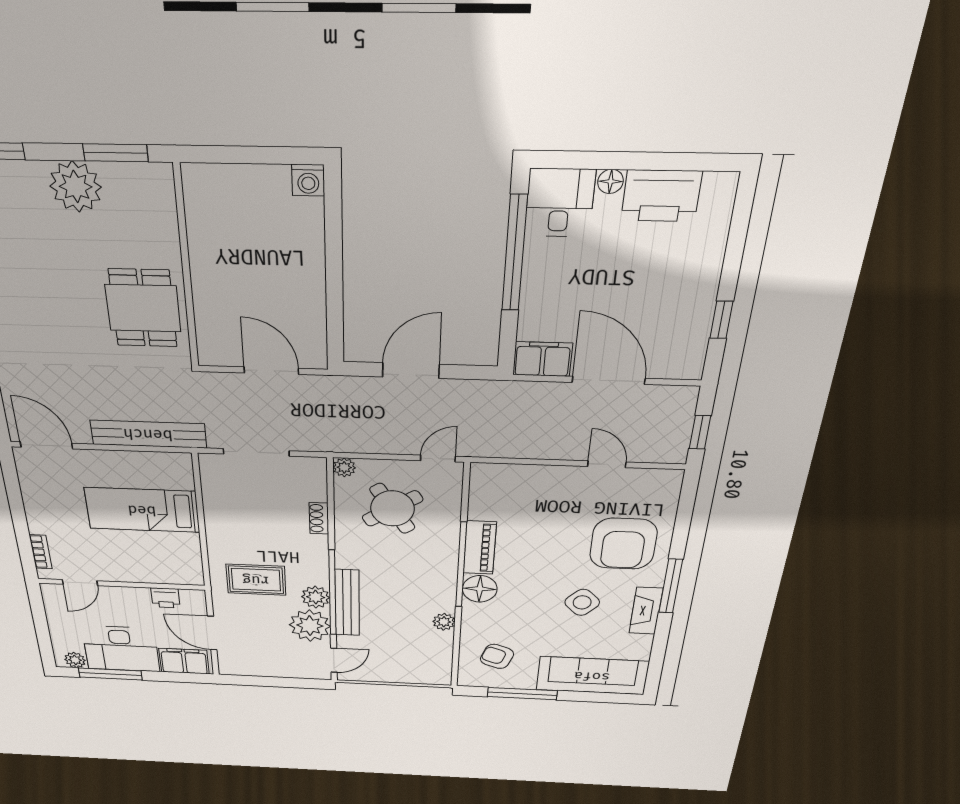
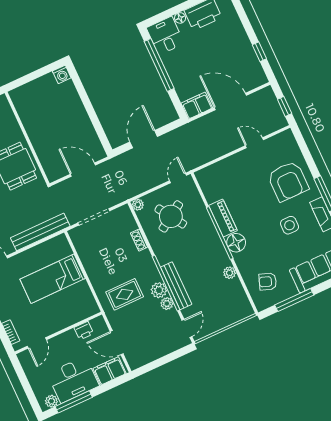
side table: (582, 602) -> (289, 225), turned 45
plant: (310, 626) -> (167, 304), width x0.53, depth x0.53

